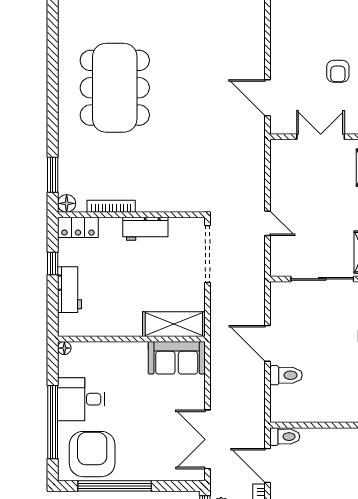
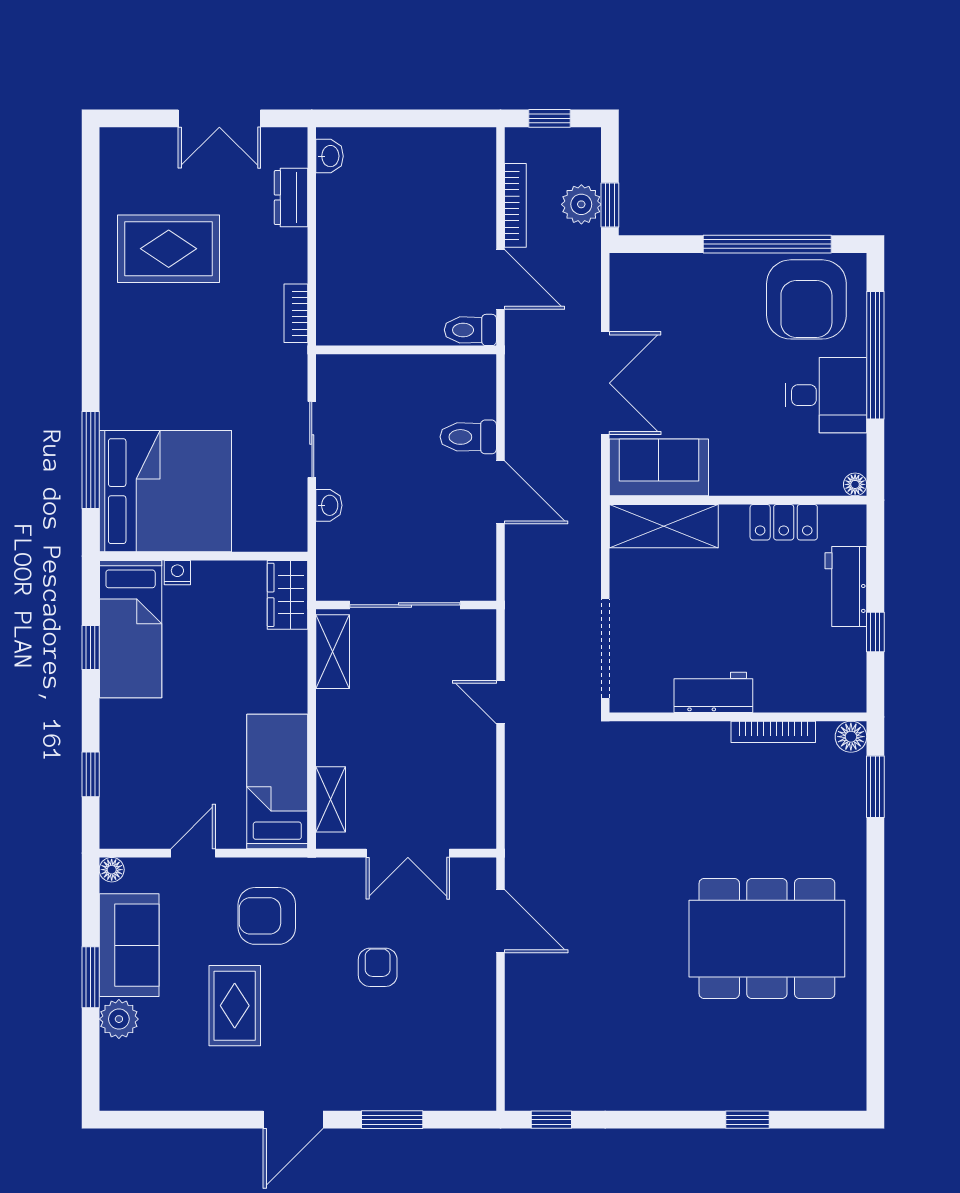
dining table: (115, 88) -> (767, 939), turned 90
locker: (78, 227) -> (784, 522), moved, turned 180
double door: (207, 439) -> (605, 383), moved

